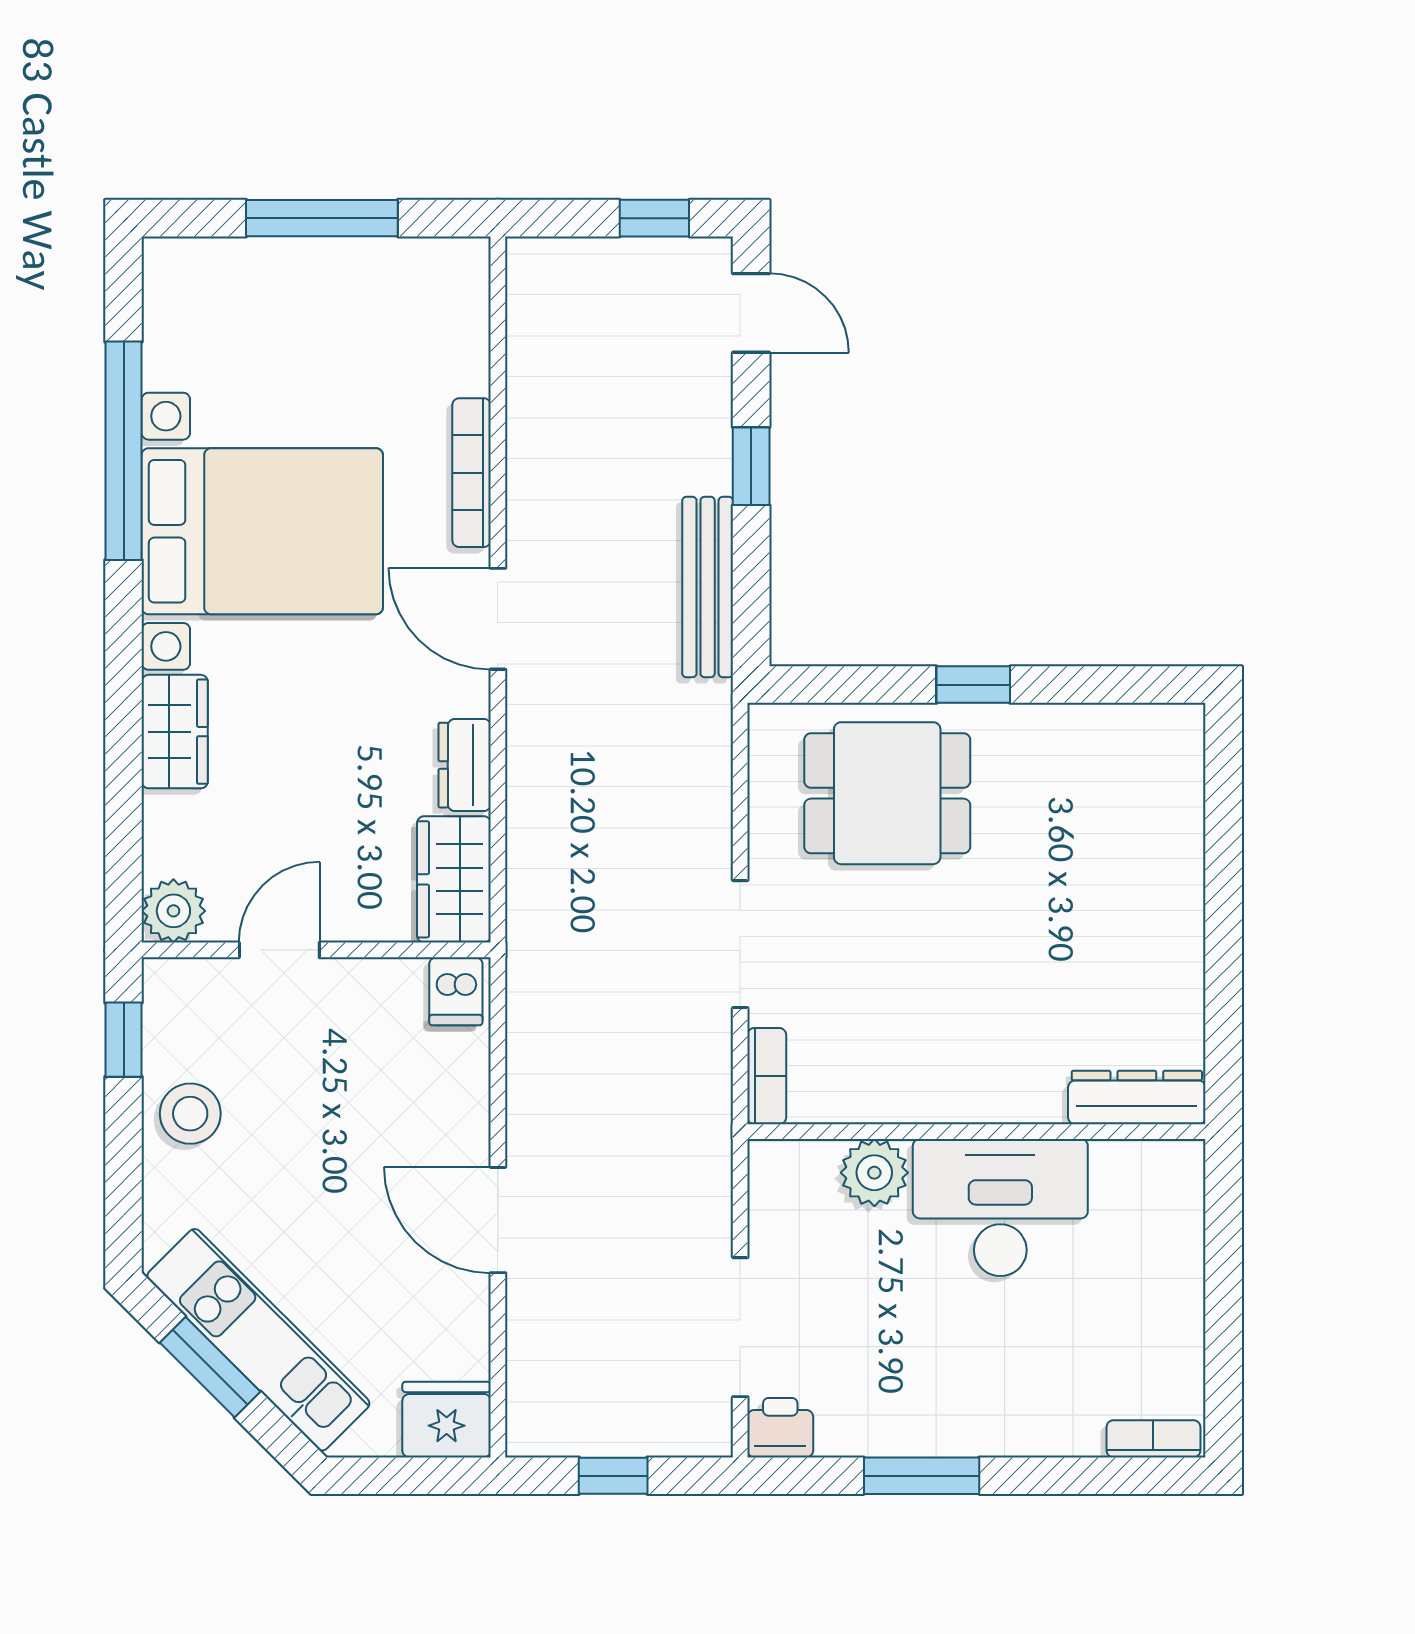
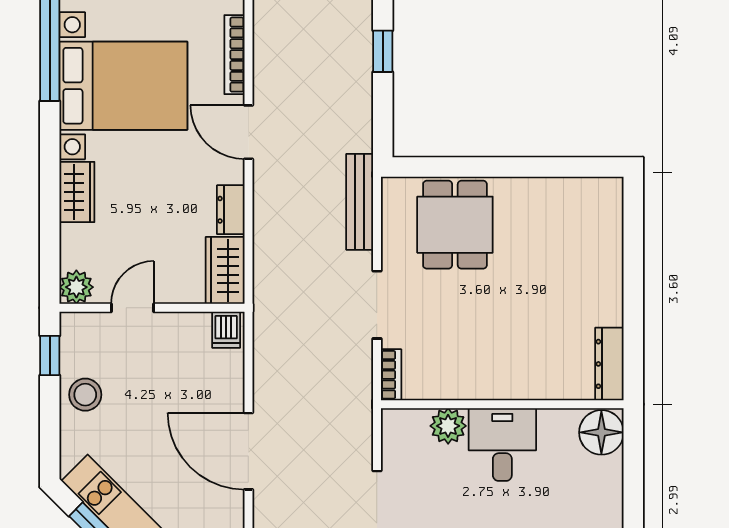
bench: (708, 587) -> (360, 202), moved
window: (973, 685) -> (501, 167), removed
dining table: (887, 793) -> (455, 225), turned 90
dresser: (1137, 1098) -> (609, 364), moved, turned -90
floor lamp: (1163, 1185) -> (601, 432), added
desk: (1000, 1208) -> (502, 444), width x0.73
door: (498, 1220) -> (248, 451), width x1.36

